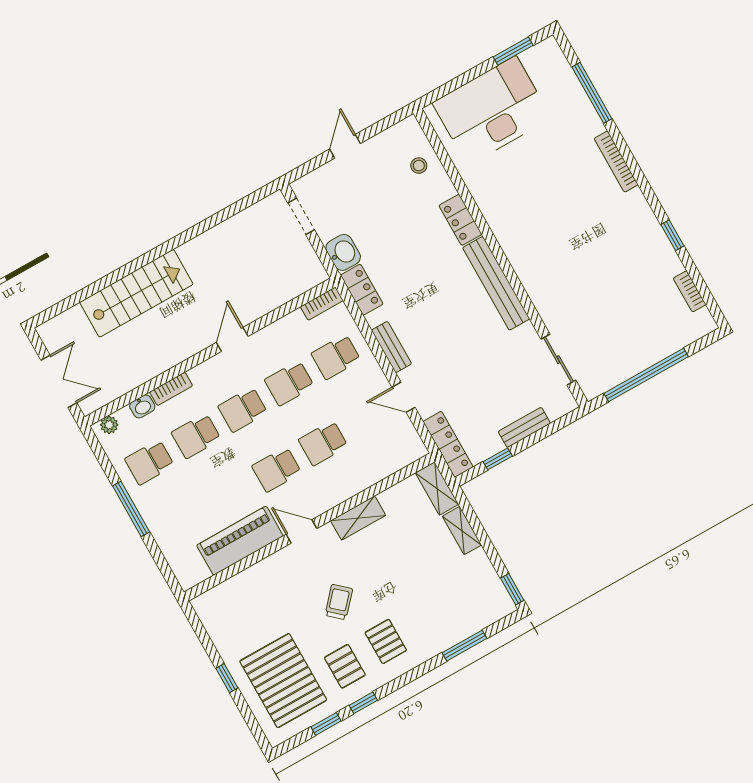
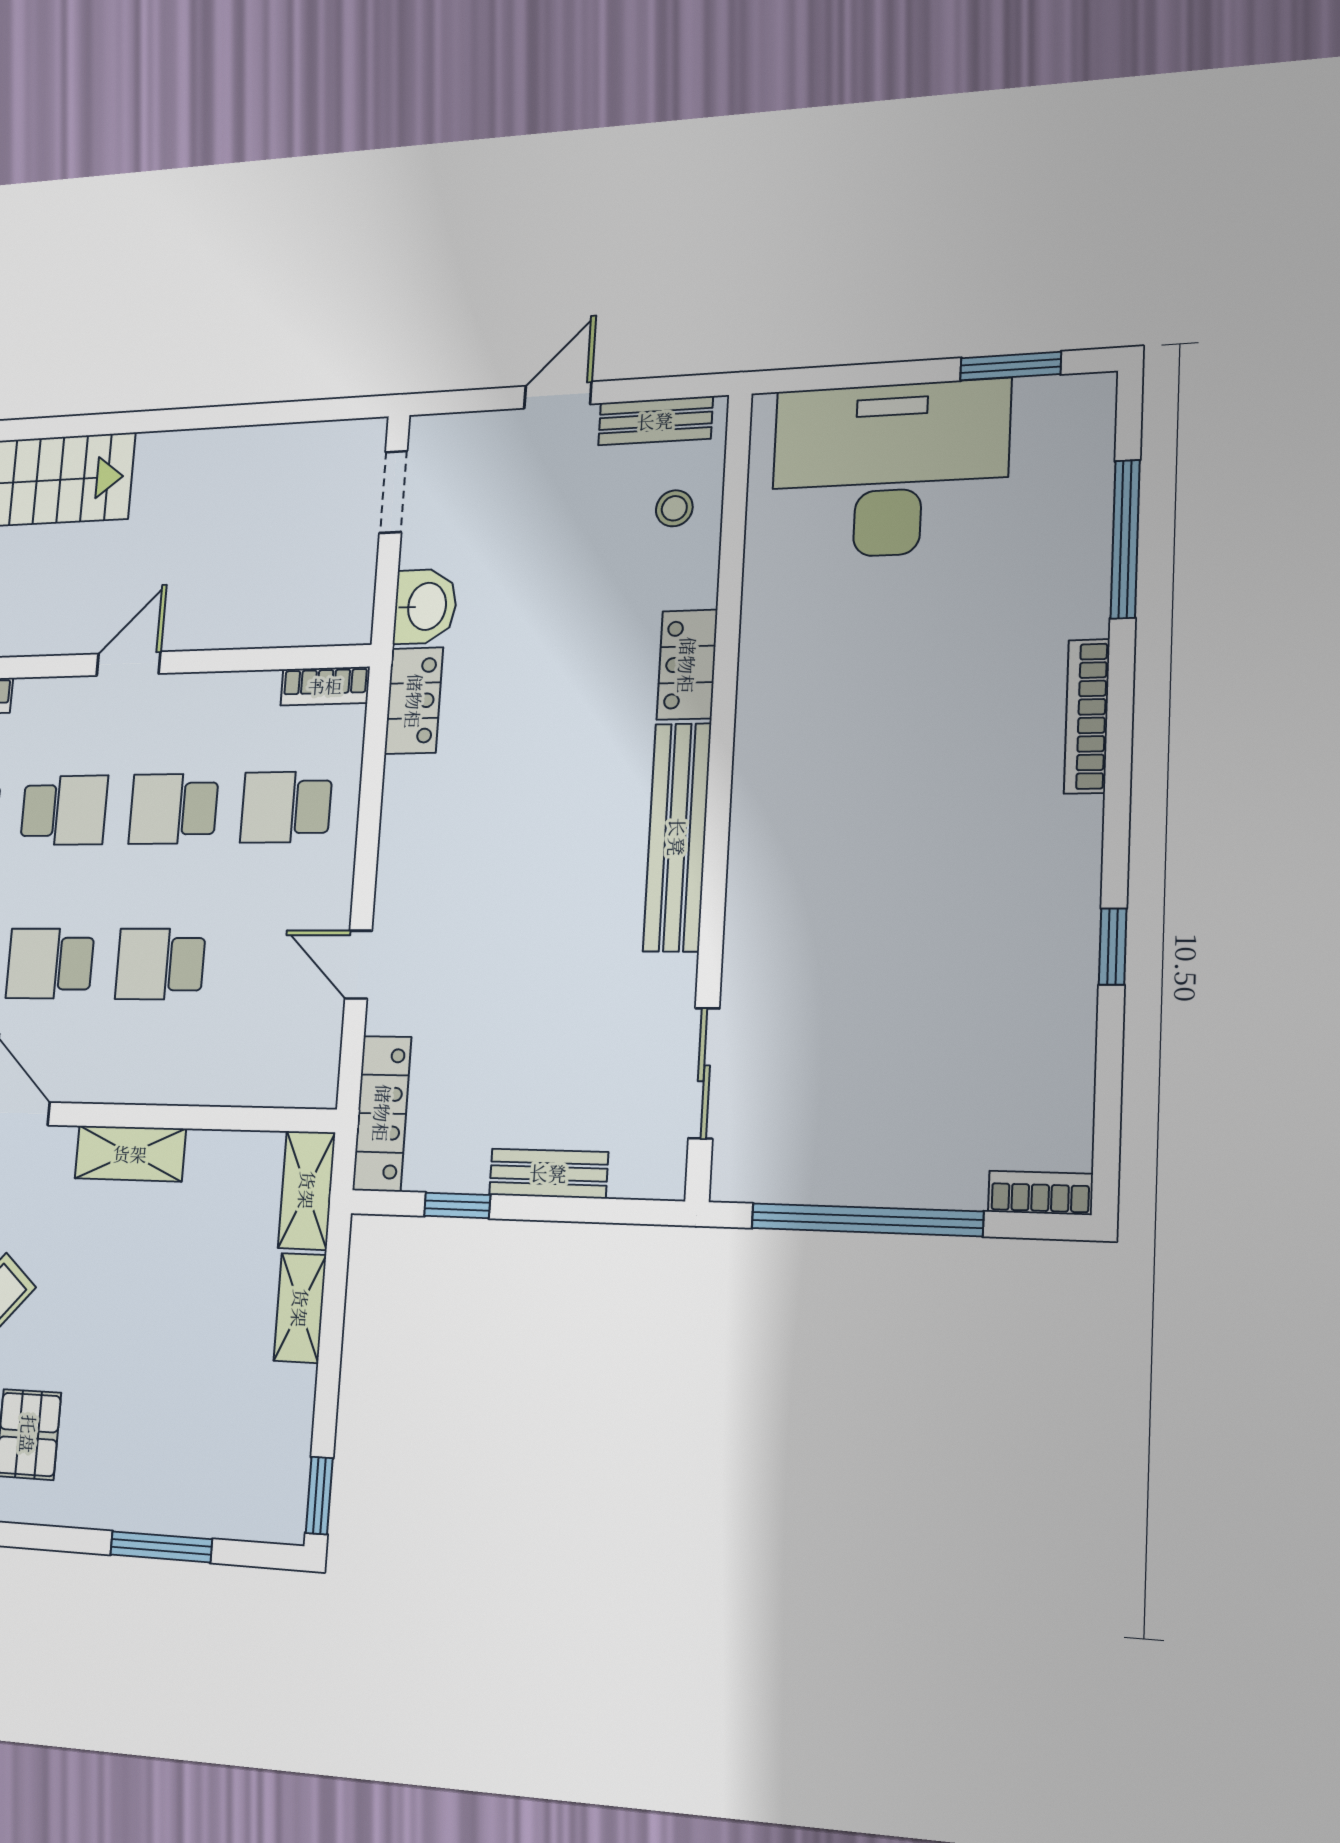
bookcase: (690, 291) -> (1040, 1193), moved, turned 90
bench: (392, 347) -> (655, 421), moved, turned 90
school desk: (243, 410) -> (64, 810), turned 180

